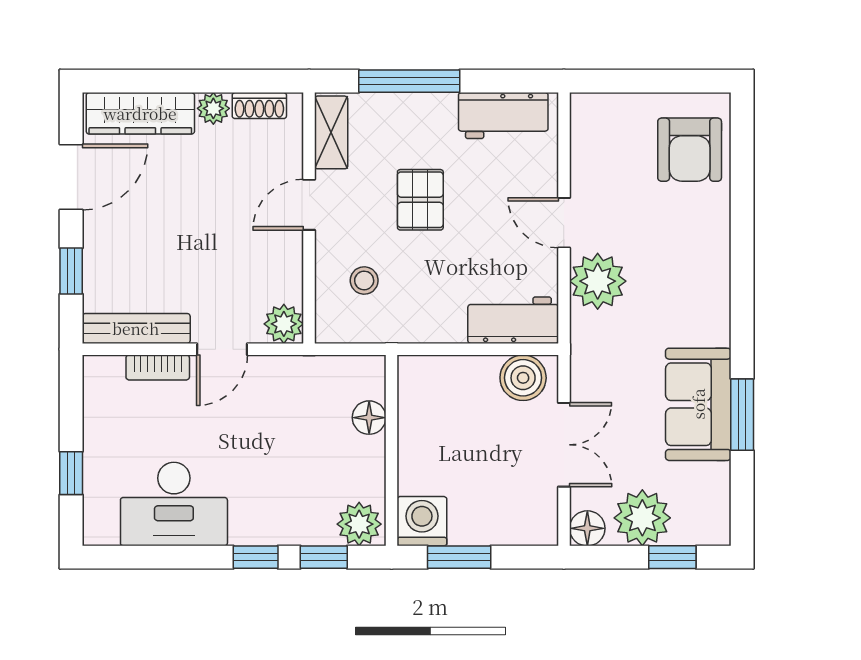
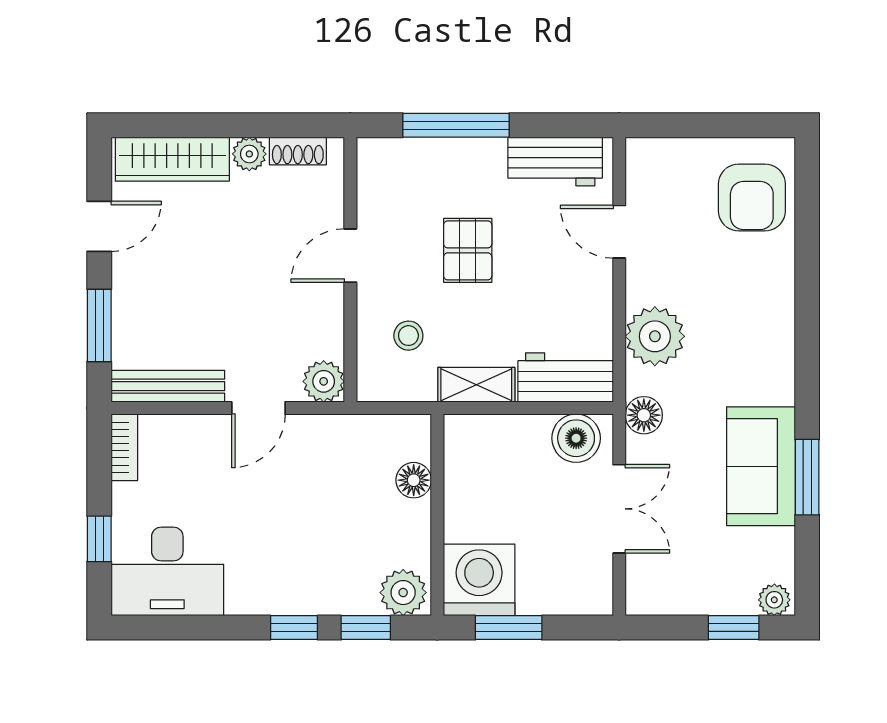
shelving: (331, 132) -> (476, 385), moved, turned 90
door: (71, 177) -> (99, 226), width x0.73
door: (564, 223) -> (619, 232), moved
window: (71, 271) -> (99, 325), width x1.50
bookcase: (158, 367) -> (124, 447), moved, turned -90
desk: (174, 504) -> (167, 571), moved
plant: (642, 518) -> (774, 600), moved, width x0.53, depth x0.53
washing machine: (422, 521) -> (479, 580), width x1.37, depth x1.37
floor lamp: (587, 528) -> (644, 415), moved

